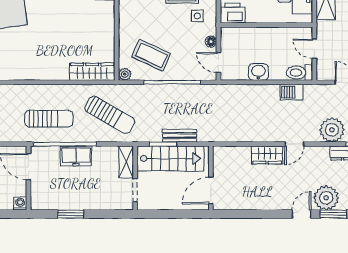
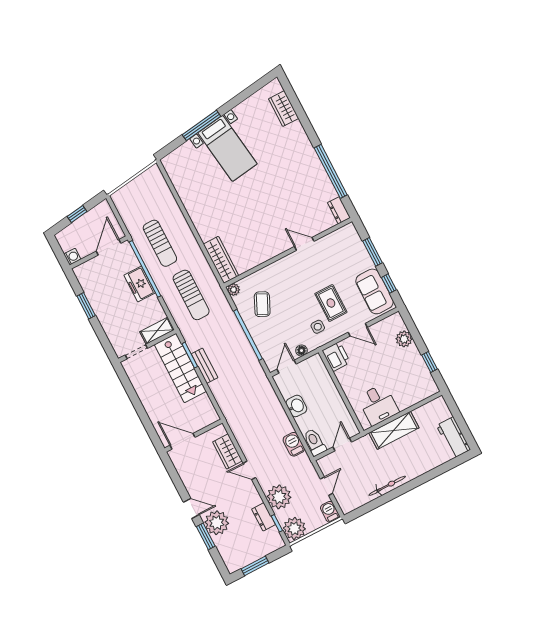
coffee table: (151, 55) -> (262, 304), width x0.73, depth x0.77
sun lounger: (110, 115) -> (191, 295), turned -30
wall: (211, 178) -> (194, 436), moved
door: (211, 191) -> (183, 441), moved

